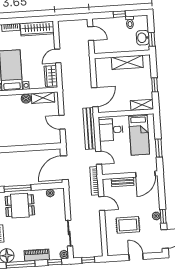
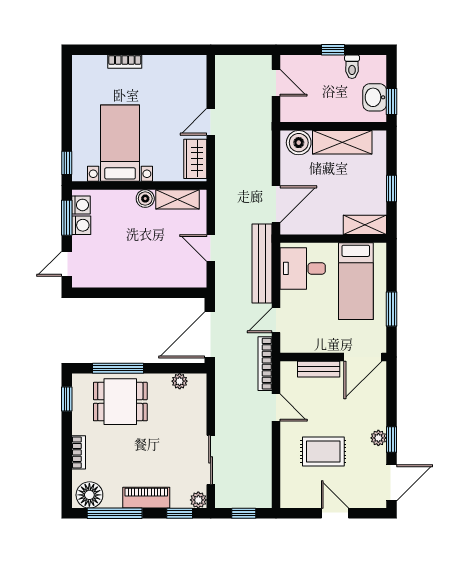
wardrobe: (37, 29) -> (175, 67), removed
boiler: (105, 64) -> (299, 143), added
door: (99, 158) -> (276, 320), swing flipped

